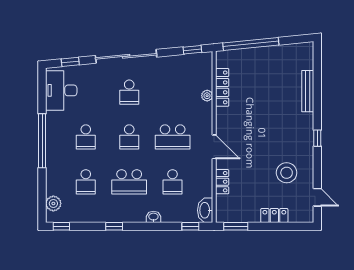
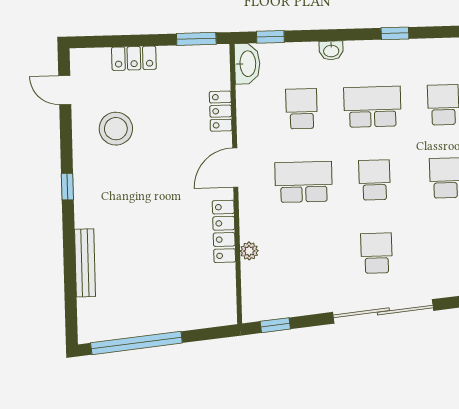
window: (251, 44) -> (136, 343), moved
locker: (222, 87) -> (224, 231), moved
door: (214, 147) -> (235, 168), hinge flipped

